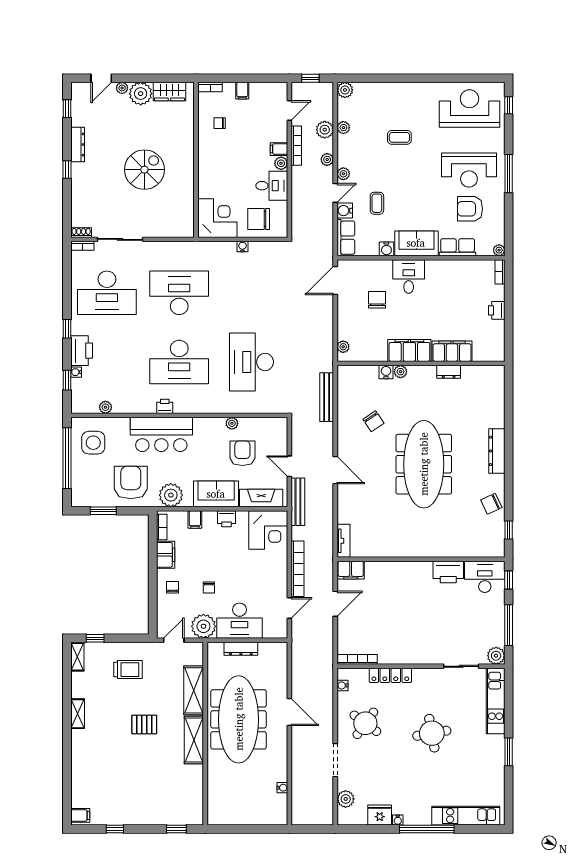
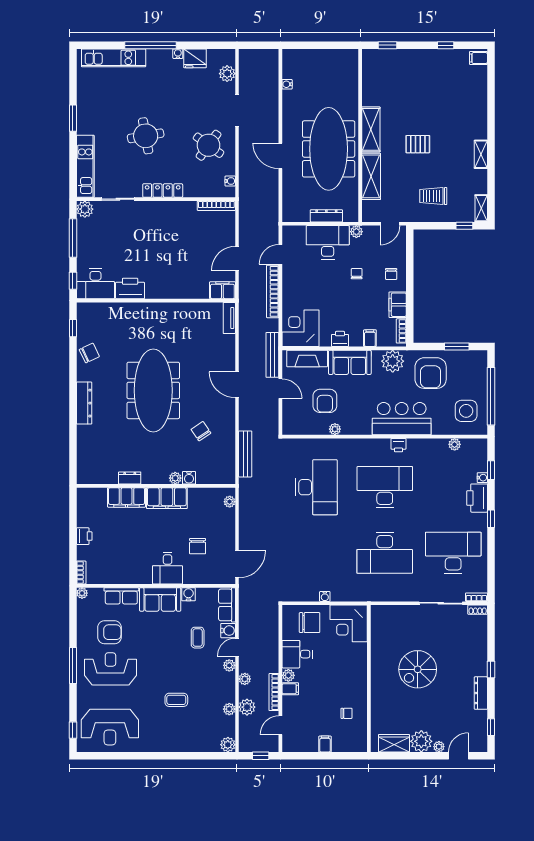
bookcase: (210, 87) -> (356, 748), removed
plant: (203, 626) -> (356, 232), width x0.53, depth x0.53
locker: (390, 675) -> (163, 191), moved

